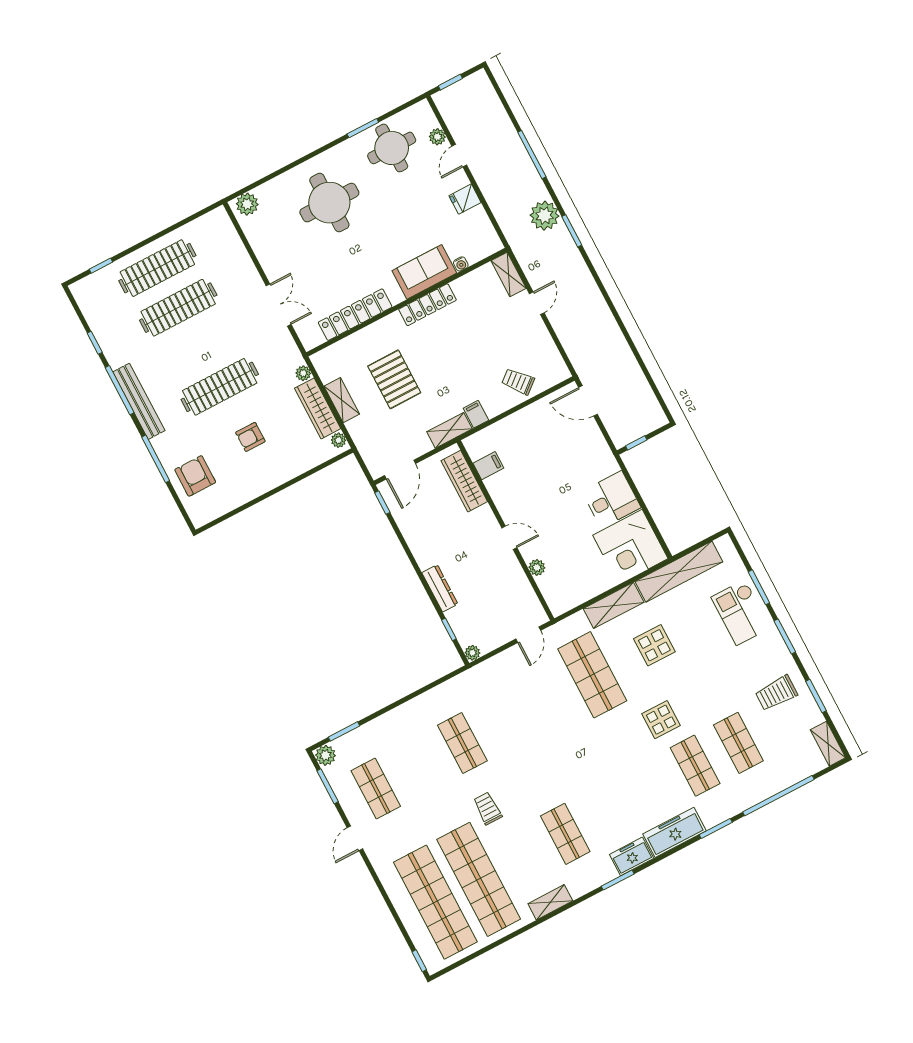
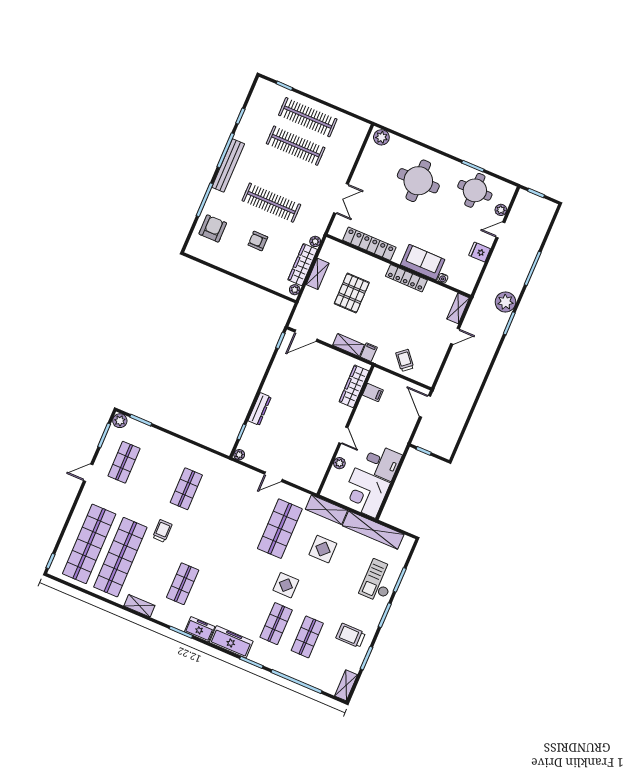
filing cabinet: (488, 466) -> (373, 392), moved
wardrobe: (464, 481) -> (354, 386), moved
wall: (505, 530) -> (346, 430), moved
door: (509, 538) -> (343, 435), moved
plant: (537, 568) -> (339, 463), moved

